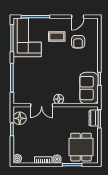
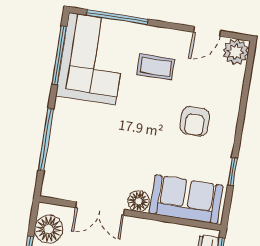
plant: (92, 24) -> (236, 52), added
armchair: (78, 42) -> (195, 121), moved
sofa: (89, 88) -> (186, 199), moved, turned 90

